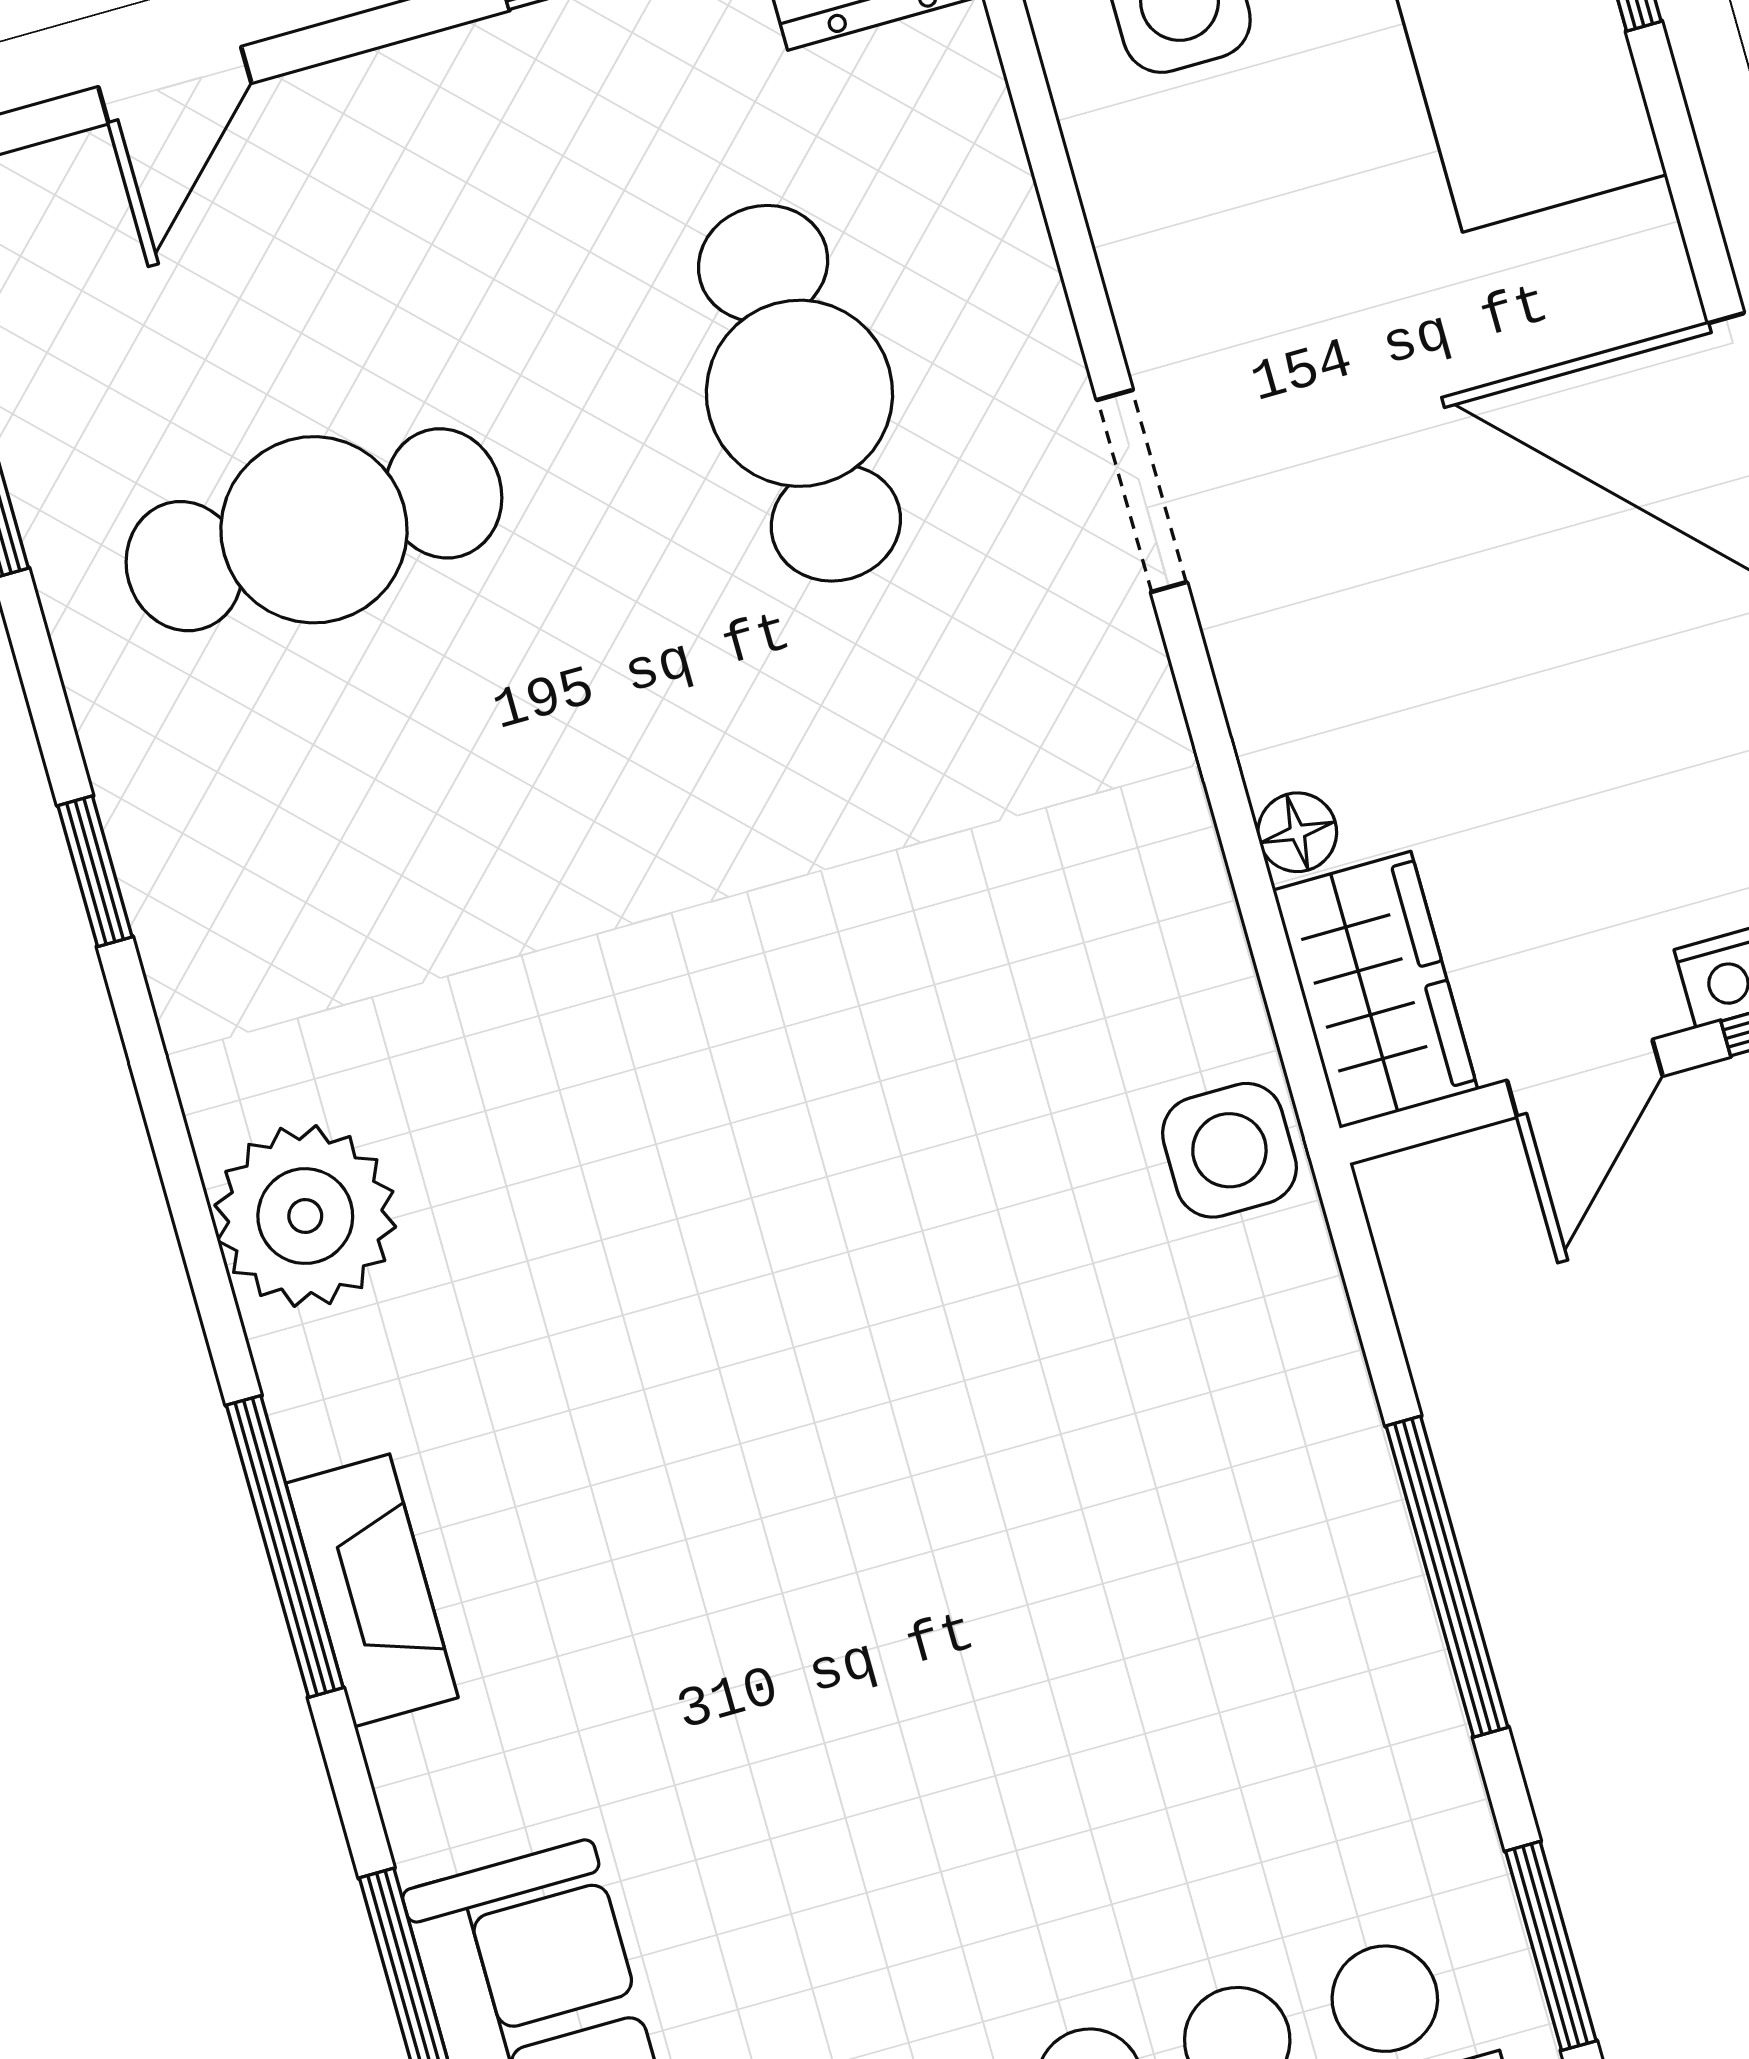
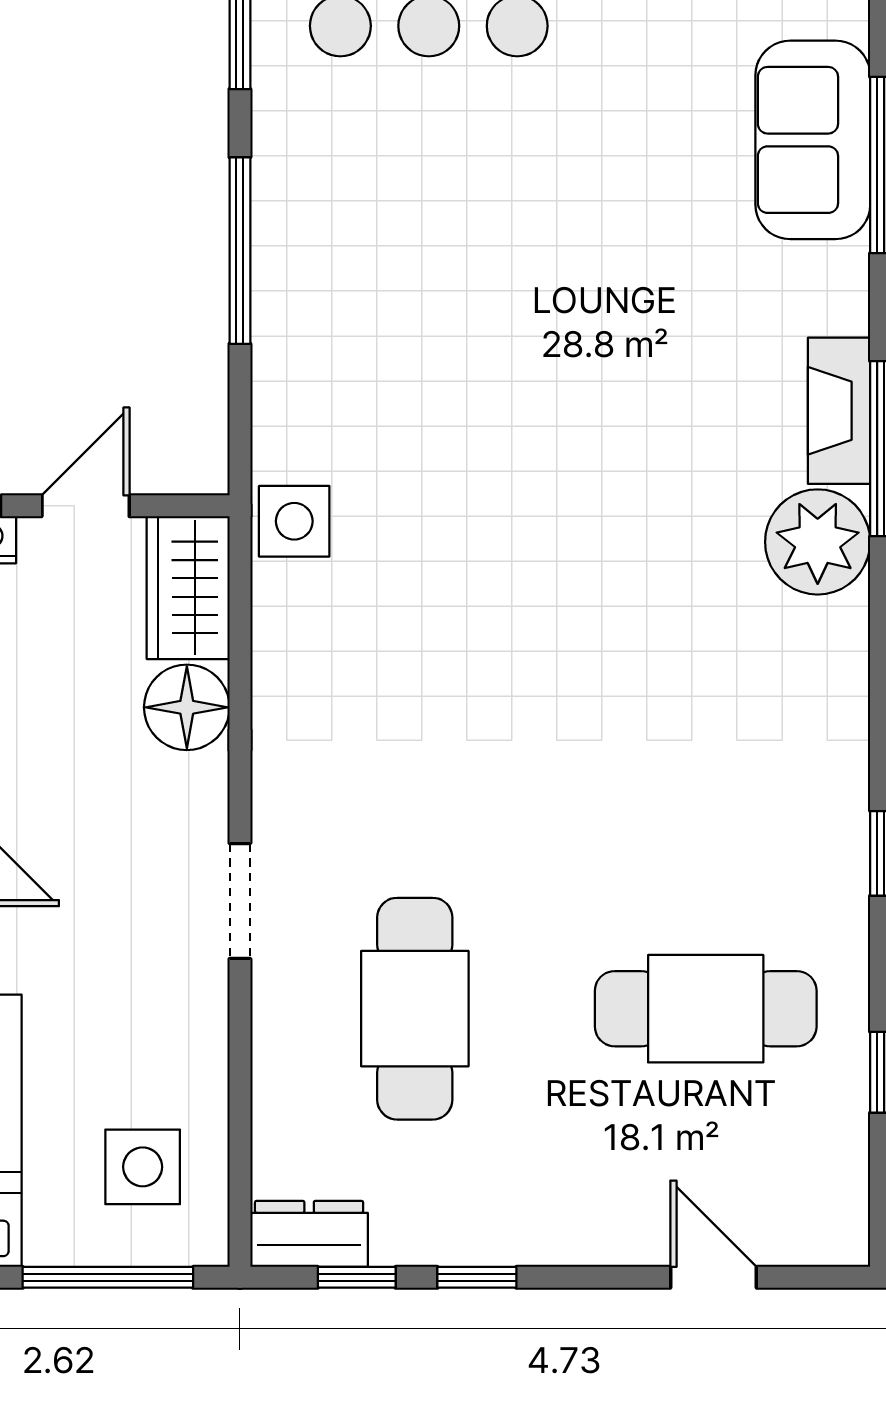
door: (175, 85) -> (713, 1277), hinge flipped
floor lamp: (1297, 832) -> (187, 707), width x1.89, depth x1.89
plant: (305, 1216) -> (818, 542), moved

